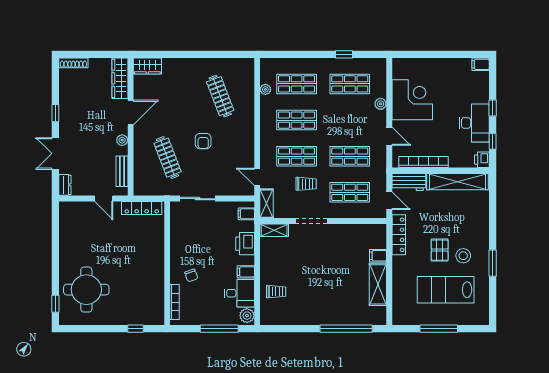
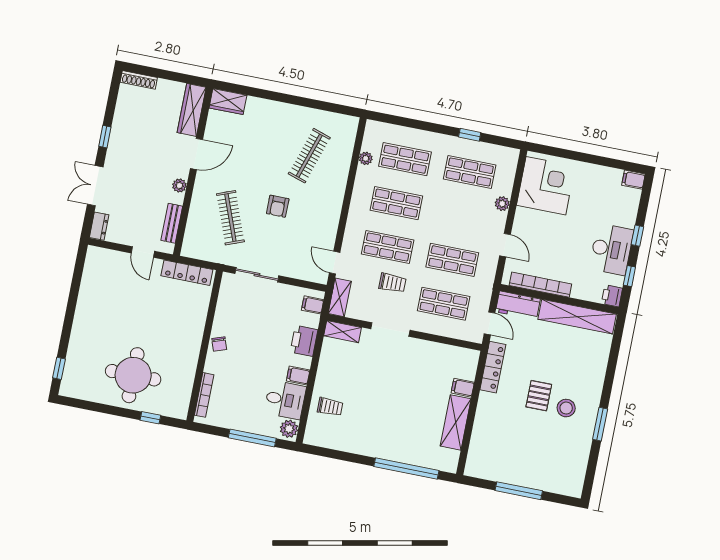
clothes rail: (220, 96) -> (309, 156), turned 39
corner desk: (412, 100) -> (546, 186), moved
chair: (191, 275) -> (219, 344), moved
round table: (86, 290) -> (133, 375), moved
lab bench: (446, 290) -> (537, 445), removed

